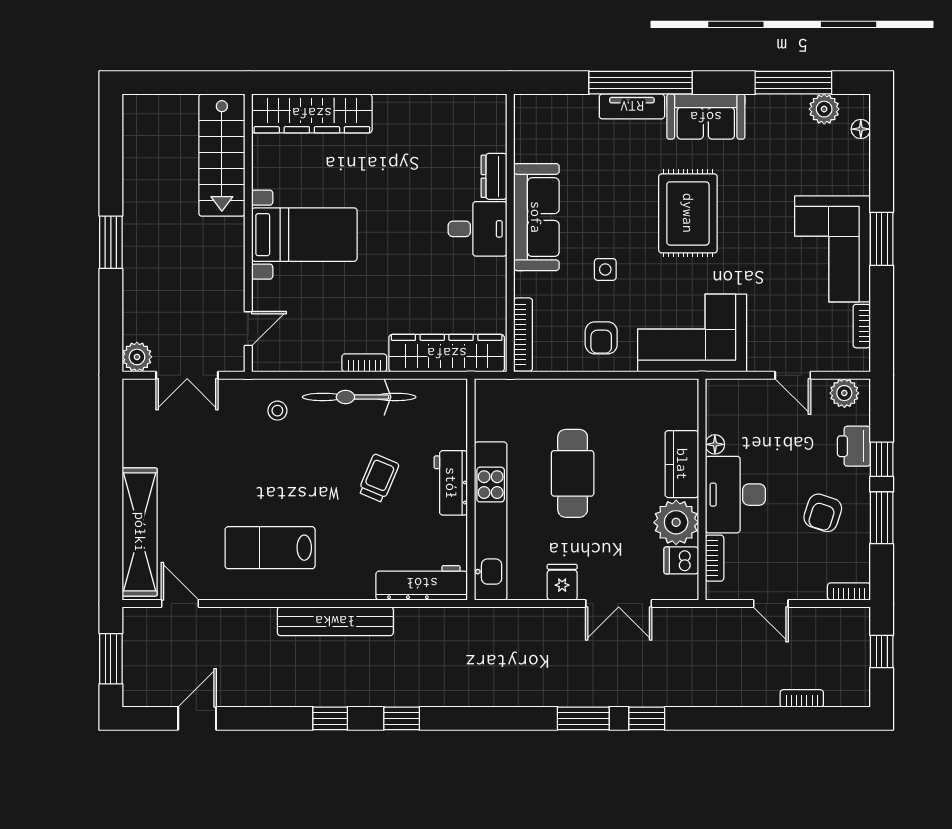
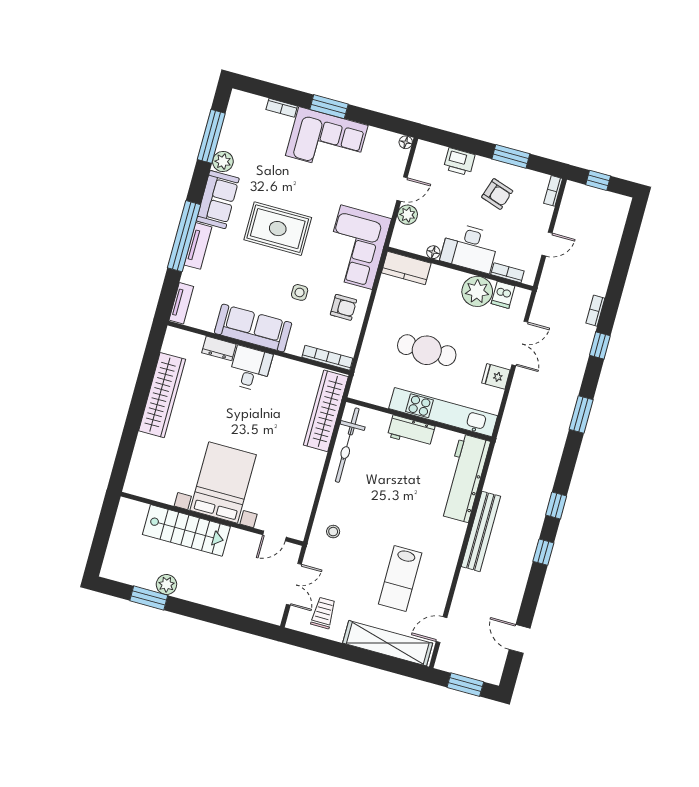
tv unit: (544, 105) -> (181, 303), added
plant: (824, 109) -> (223, 161), moved
wardrobe: (312, 113) -> (162, 395), moved
floor lamp: (861, 129) -> (406, 142), moved
stairs: (222, 155) -> (186, 530), moved
bed with nightstands: (304, 235) -> (223, 483), width x1.36
window: (111, 242) -> (149, 598), moved
bookcase: (862, 326) -> (282, 108), moved
door: (248, 329) -> (274, 536), swing flipped
plant: (137, 357) -> (166, 584), moved
bookcase: (364, 363) -> (317, 466), removed
plant: (844, 393) -> (408, 215), moved
bicycle: (359, 397) -> (347, 445), moved
window: (882, 459) -> (473, 146), removed
kitchen counter: (682, 464) -> (406, 268), moved
trolley: (379, 478) -> (323, 613), moved, turned 67
lab bench: (270, 548) -> (400, 578), moved
workbench: (422, 583) -> (465, 478), width x1.36, depth x1.32
bookcase: (802, 698) -> (595, 311), moved
window: (583, 718) -> (581, 414), moved

